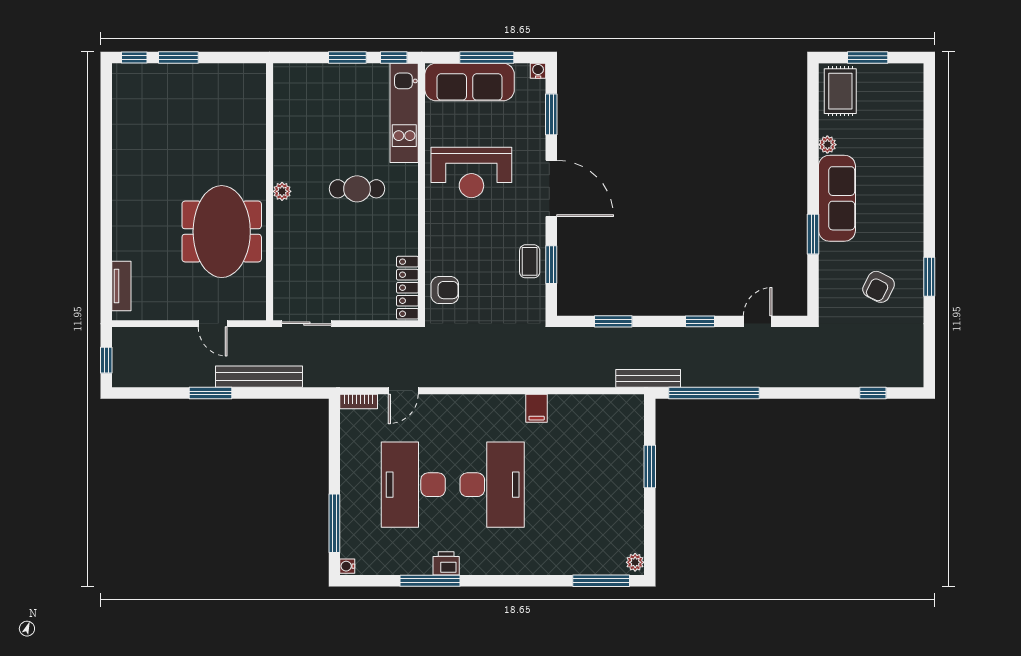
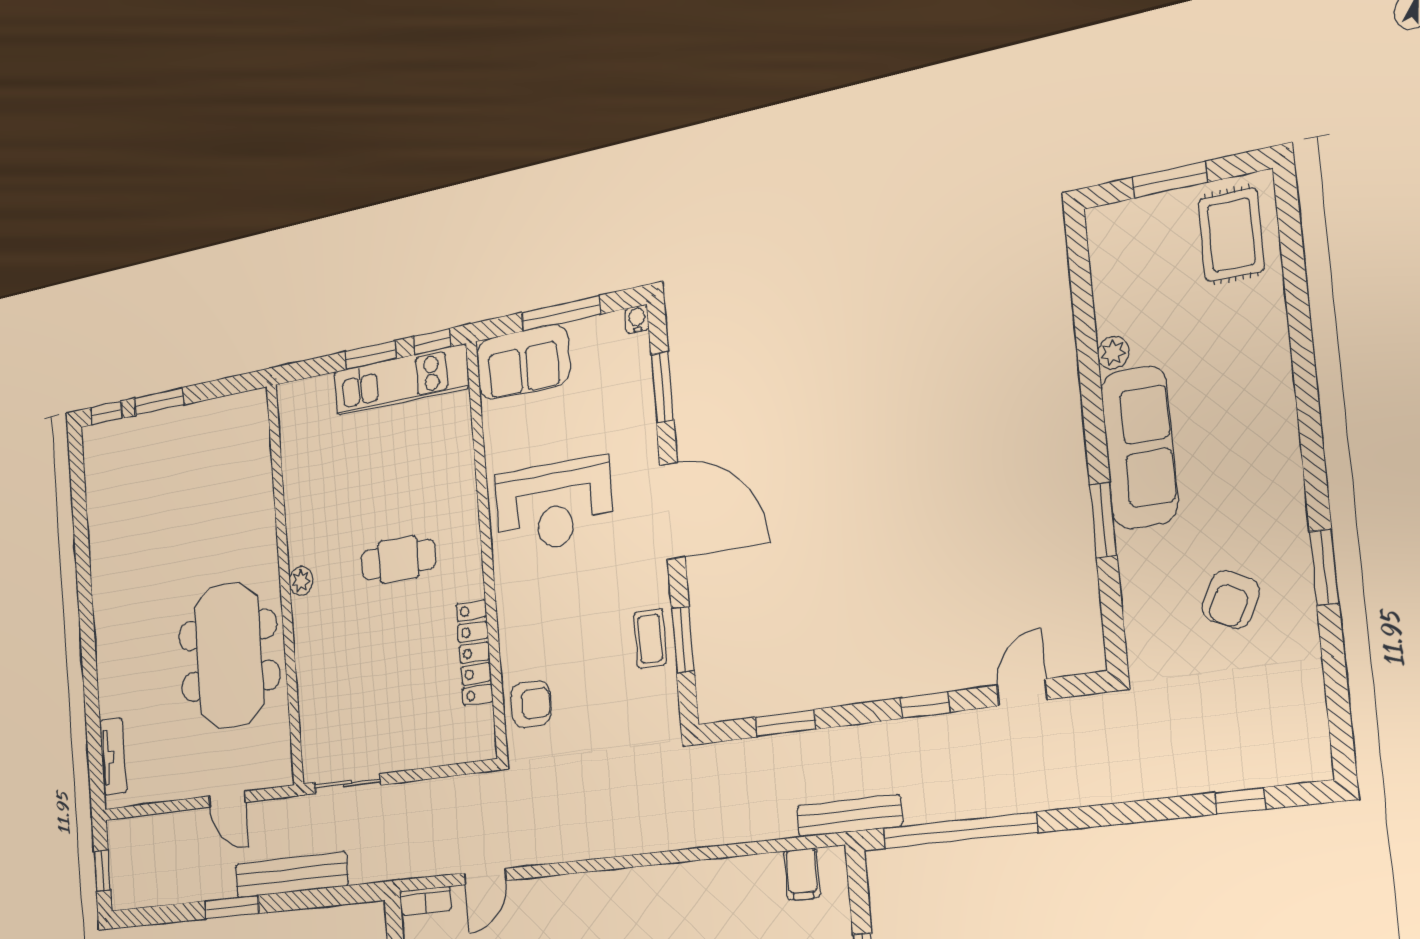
sofa: (470, 82) -> (523, 362), width x0.73
rug: (840, 91) -> (1231, 235), moved
kitchen unit: (404, 113) -> (401, 380), moved, turned -90
locker: (407, 288) -> (475, 653), moved
filing cabinet: (537, 408) -> (802, 874), moved

